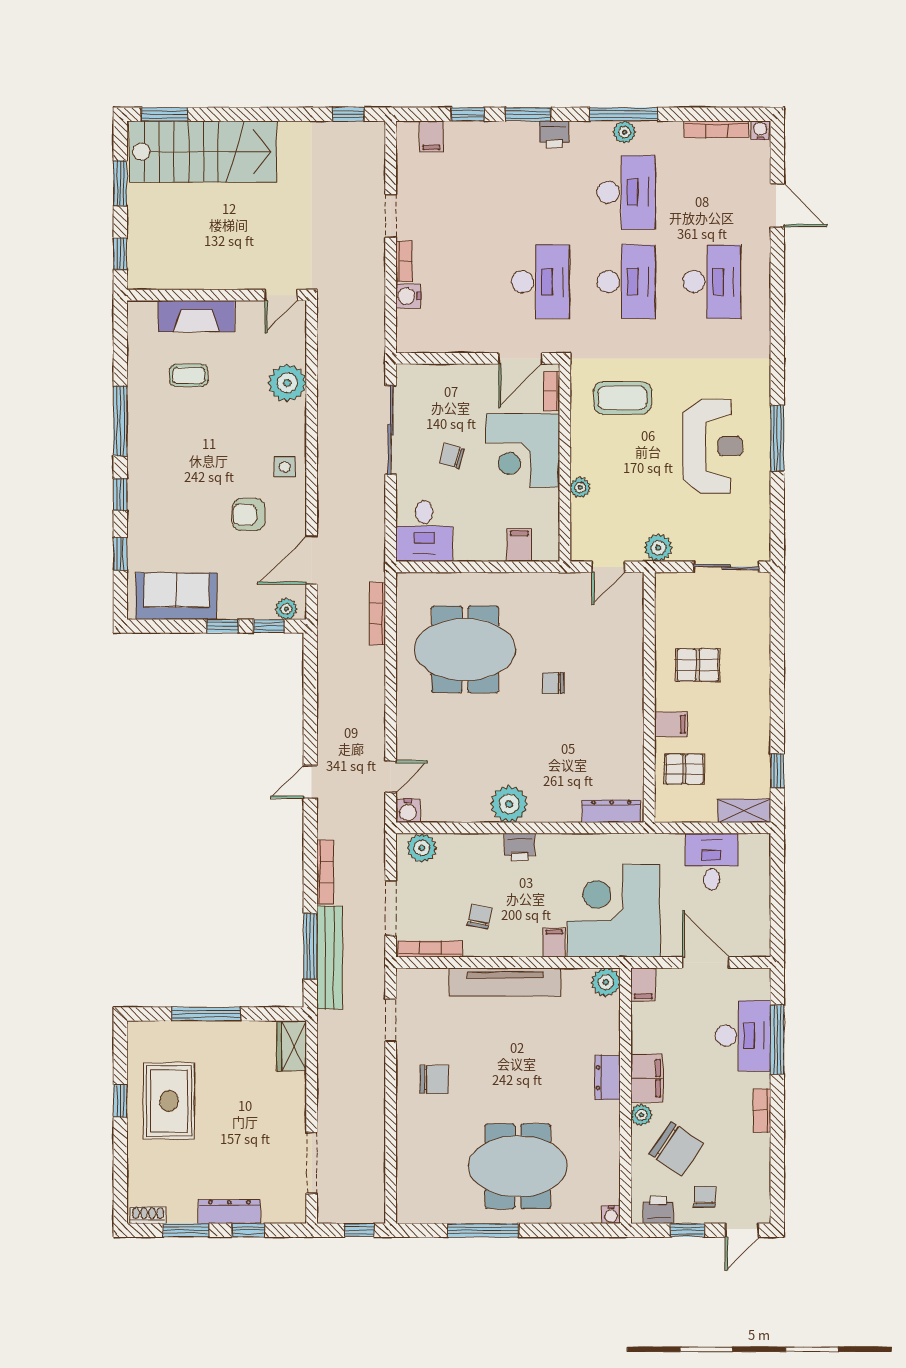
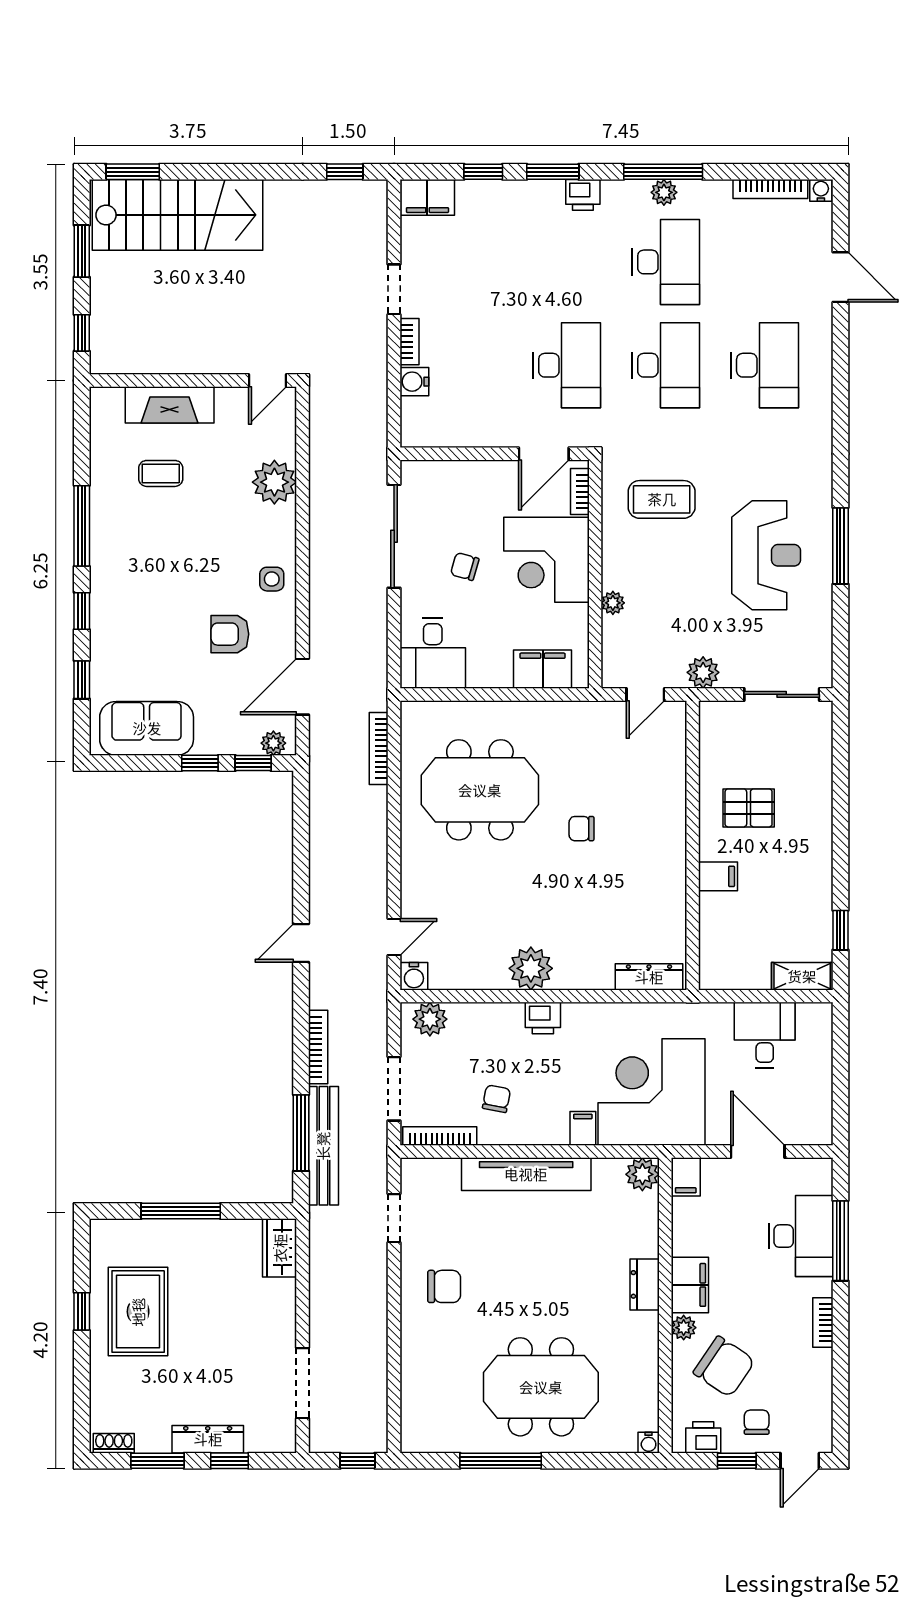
filing cabinet: (431, 136) -> (427, 197), width x2.00
filing cabinet: (519, 545) -> (543, 669), width x2.00
pallet: (684, 769) -> (733, 928), removed

